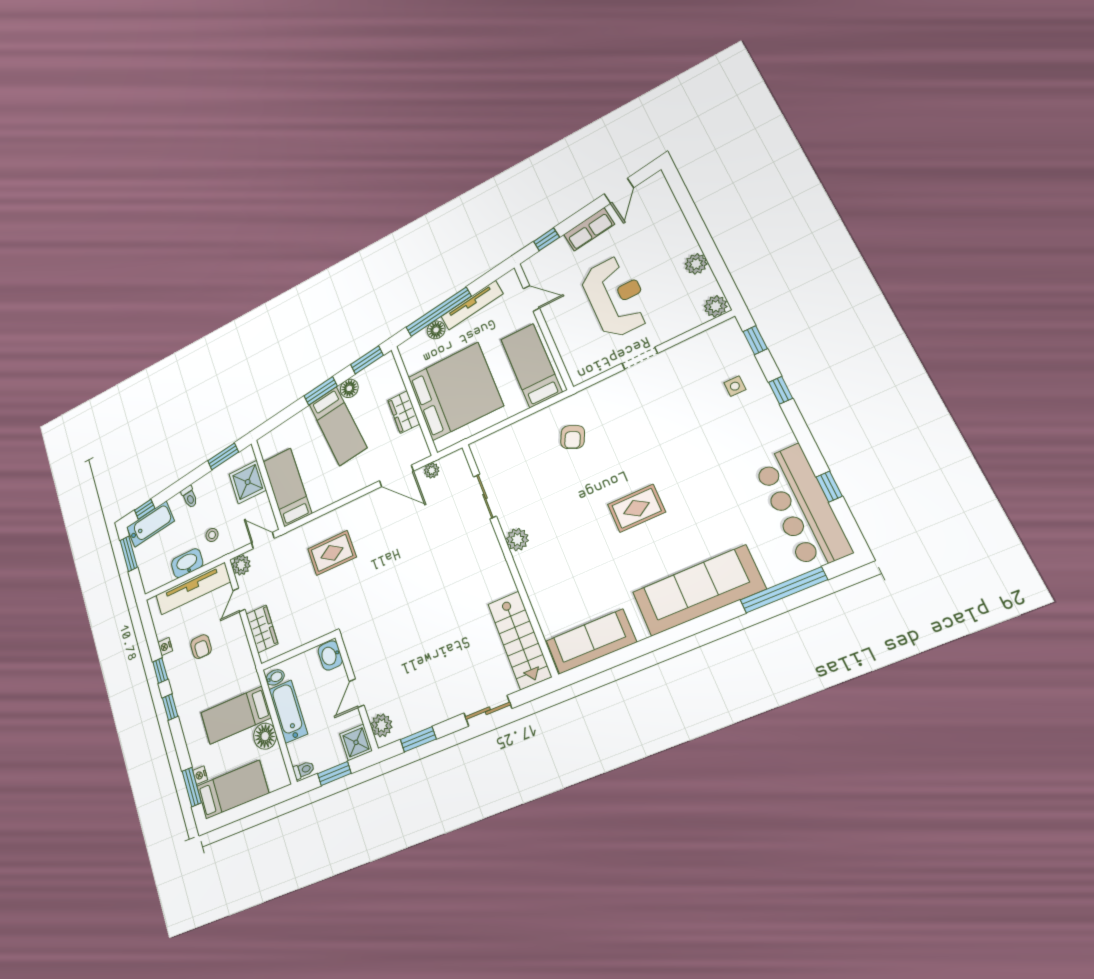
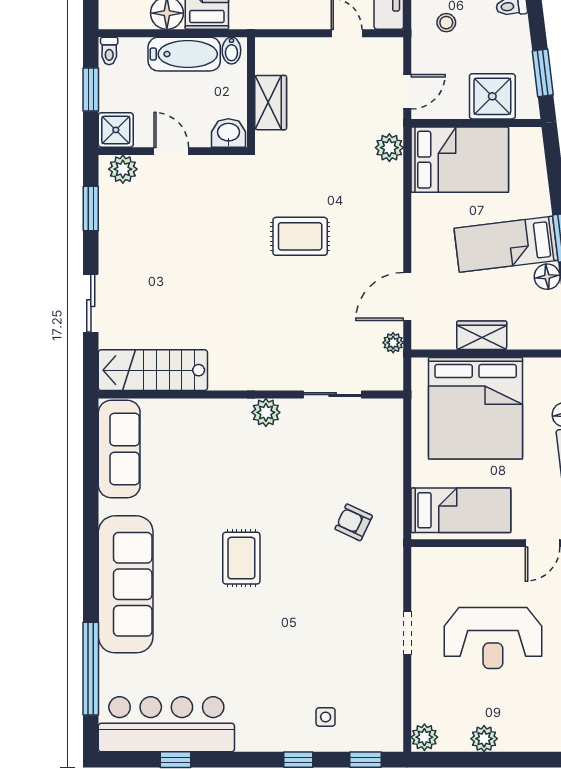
bed: (287, 487) -> (460, 160), width x1.50
rug: (332, 553) -> (300, 236), moved, turned 90
plant: (241, 565) -> (389, 148), moved
wardrobe: (262, 629) -> (271, 103), moved, turned -90

